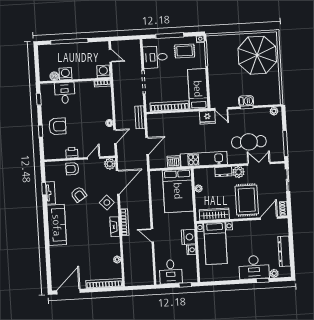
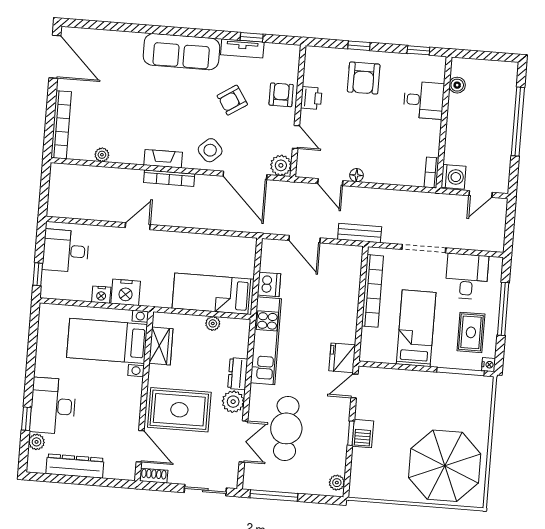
washing machine: (65, 74) -> (459, 106), removed
bed: (198, 89) -> (416, 328), moved, turned -90
bed: (178, 191) -> (213, 294), width x0.67
wardrobe: (214, 214) -> (161, 346), width x0.67

